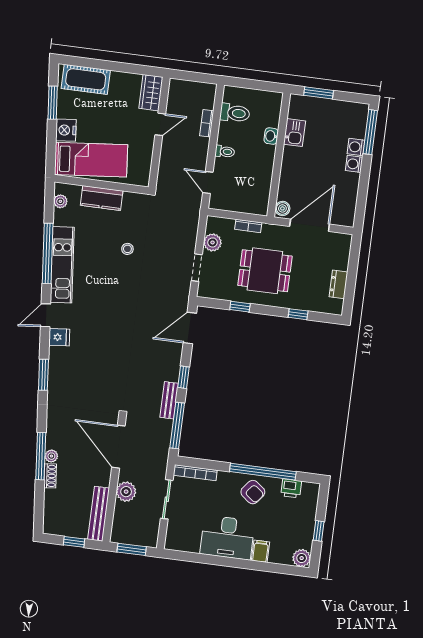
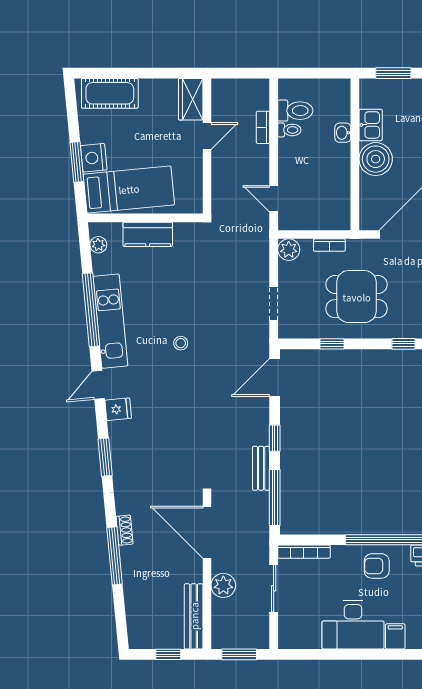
window: (53, 103) -> (77, 162), moved
toilet: (225, 152) -> (289, 130), moved
boiler: (282, 208) -> (376, 159), moved, width x1.86, depth x1.86
plant: (213, 242) -> (289, 250), moved
stool: (127, 249) -> (181, 343), moved
plant: (51, 456) -> (127, 554), removed
shoe rack: (50, 476) -> (125, 530), moved
armchair: (253, 492) -> (377, 566), turned 142

